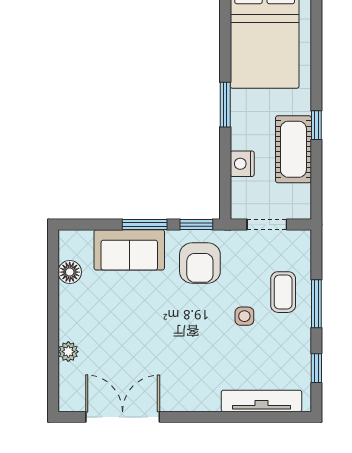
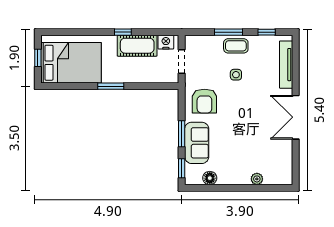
nightstand: (242, 164) -> (166, 42), moved, turned 180
window: (196, 224) -> (182, 168), moved
armchair: (200, 263) -> (204, 101), turned 90
coffee table: (283, 292) -> (236, 46), moved
double door: (123, 417) -> (296, 117), moved

